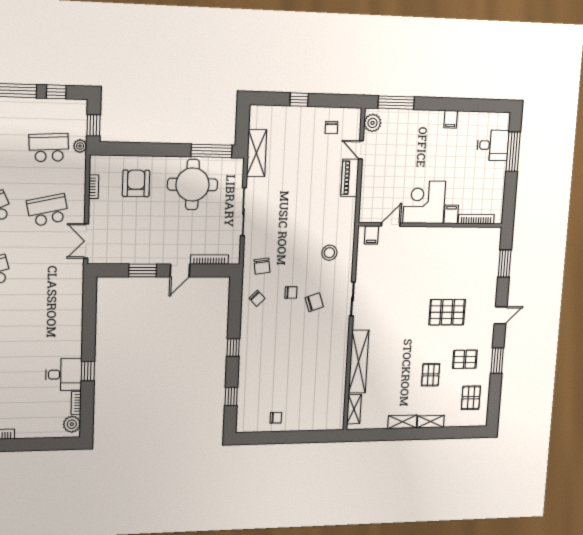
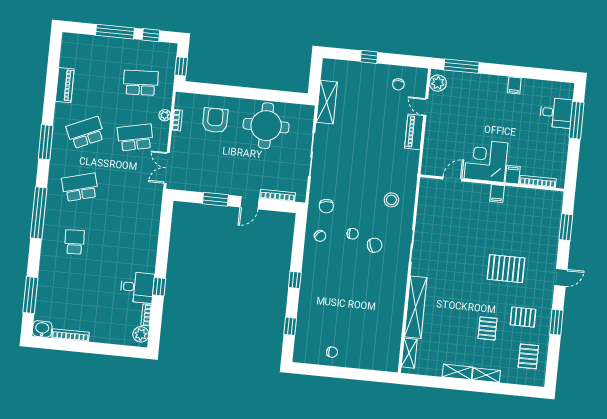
plant: (80, 146) -> (165, 115), moved
window: (212, 151) -> (285, 97), removed
filing cabinet: (371, 235) -> (497, 193), moved

